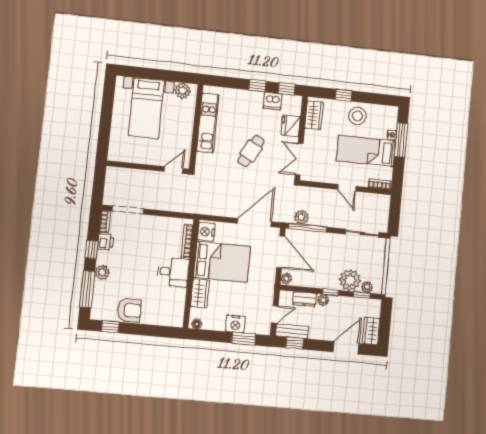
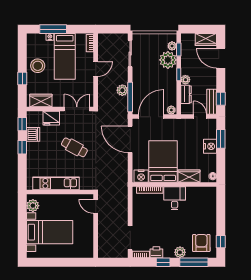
double door: (299, 159) -> (77, 109), swing flipped
plant: (301, 217) -> (122, 90), moved
armchair: (129, 310) -> (201, 243), moved

